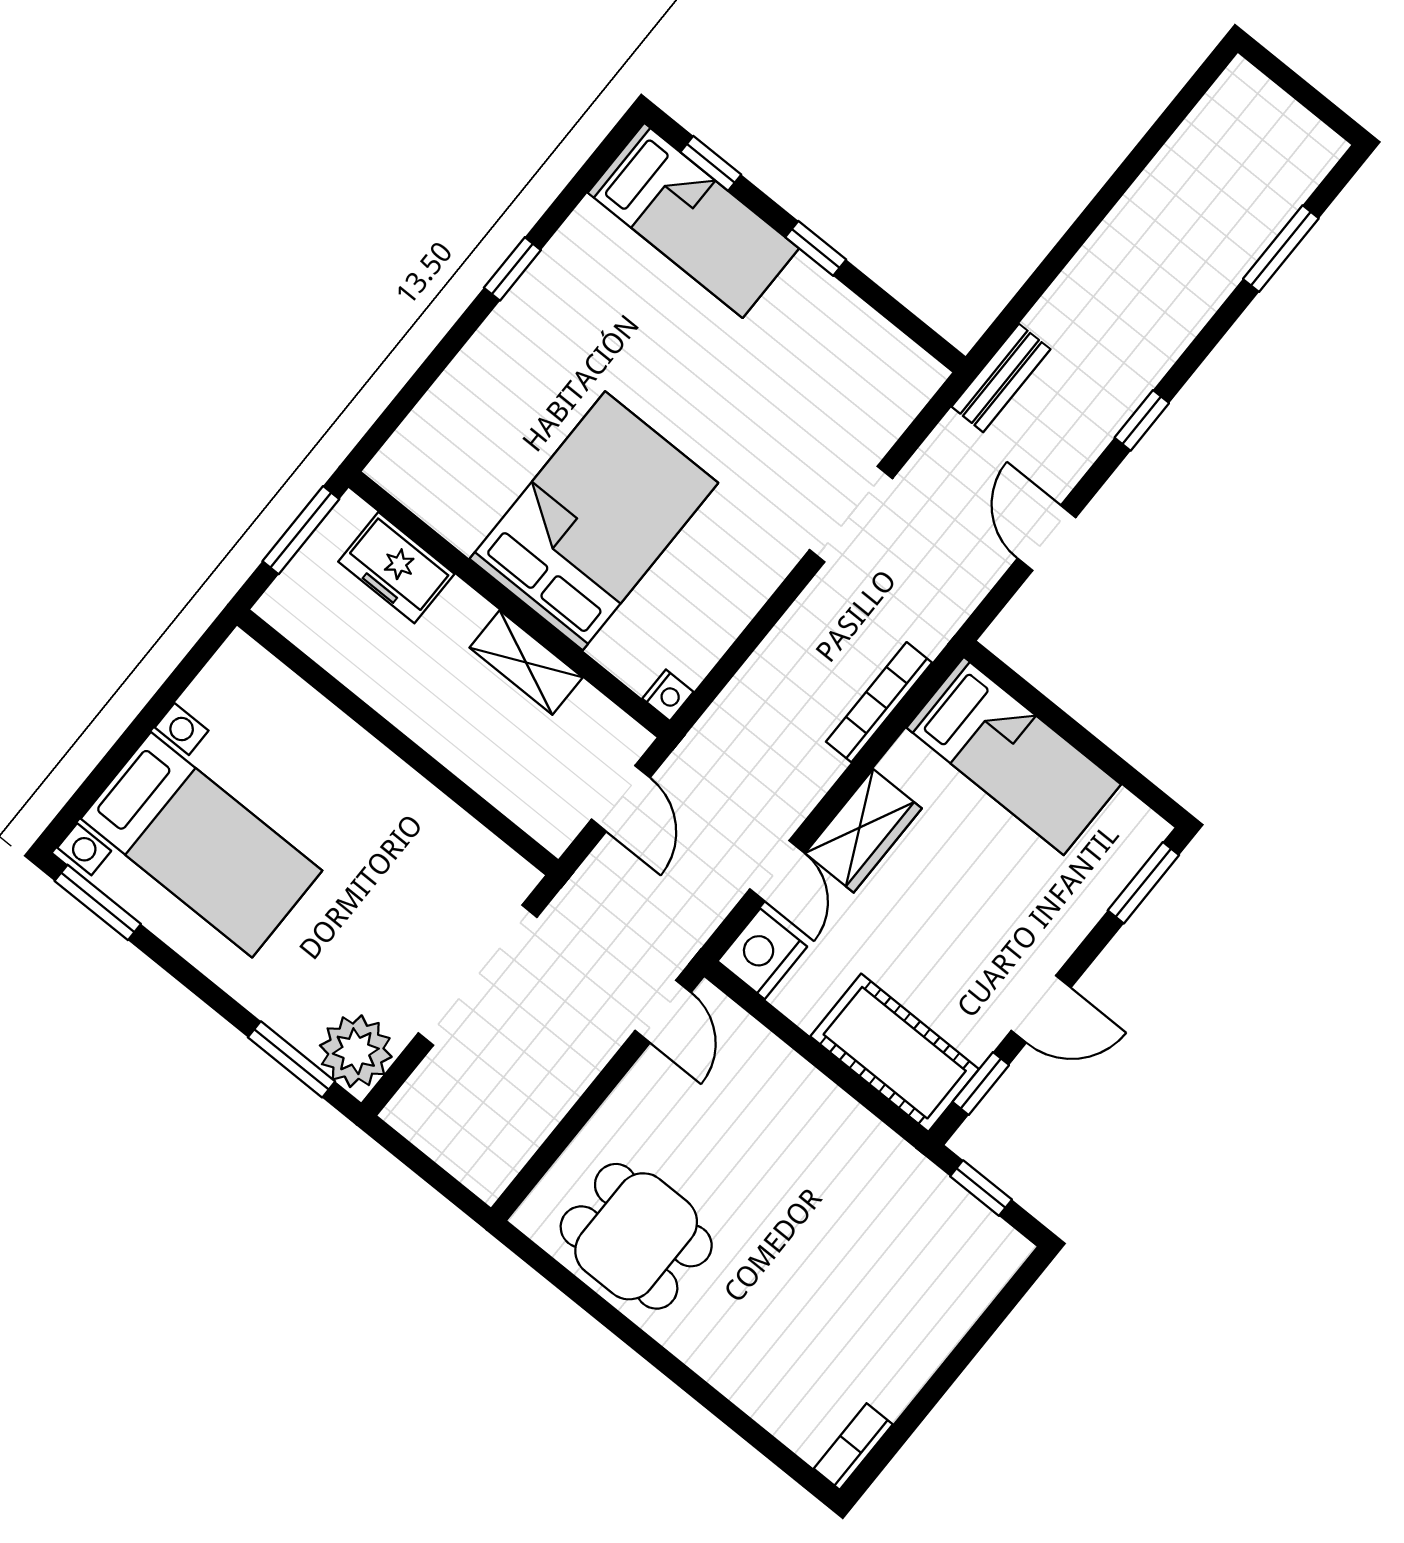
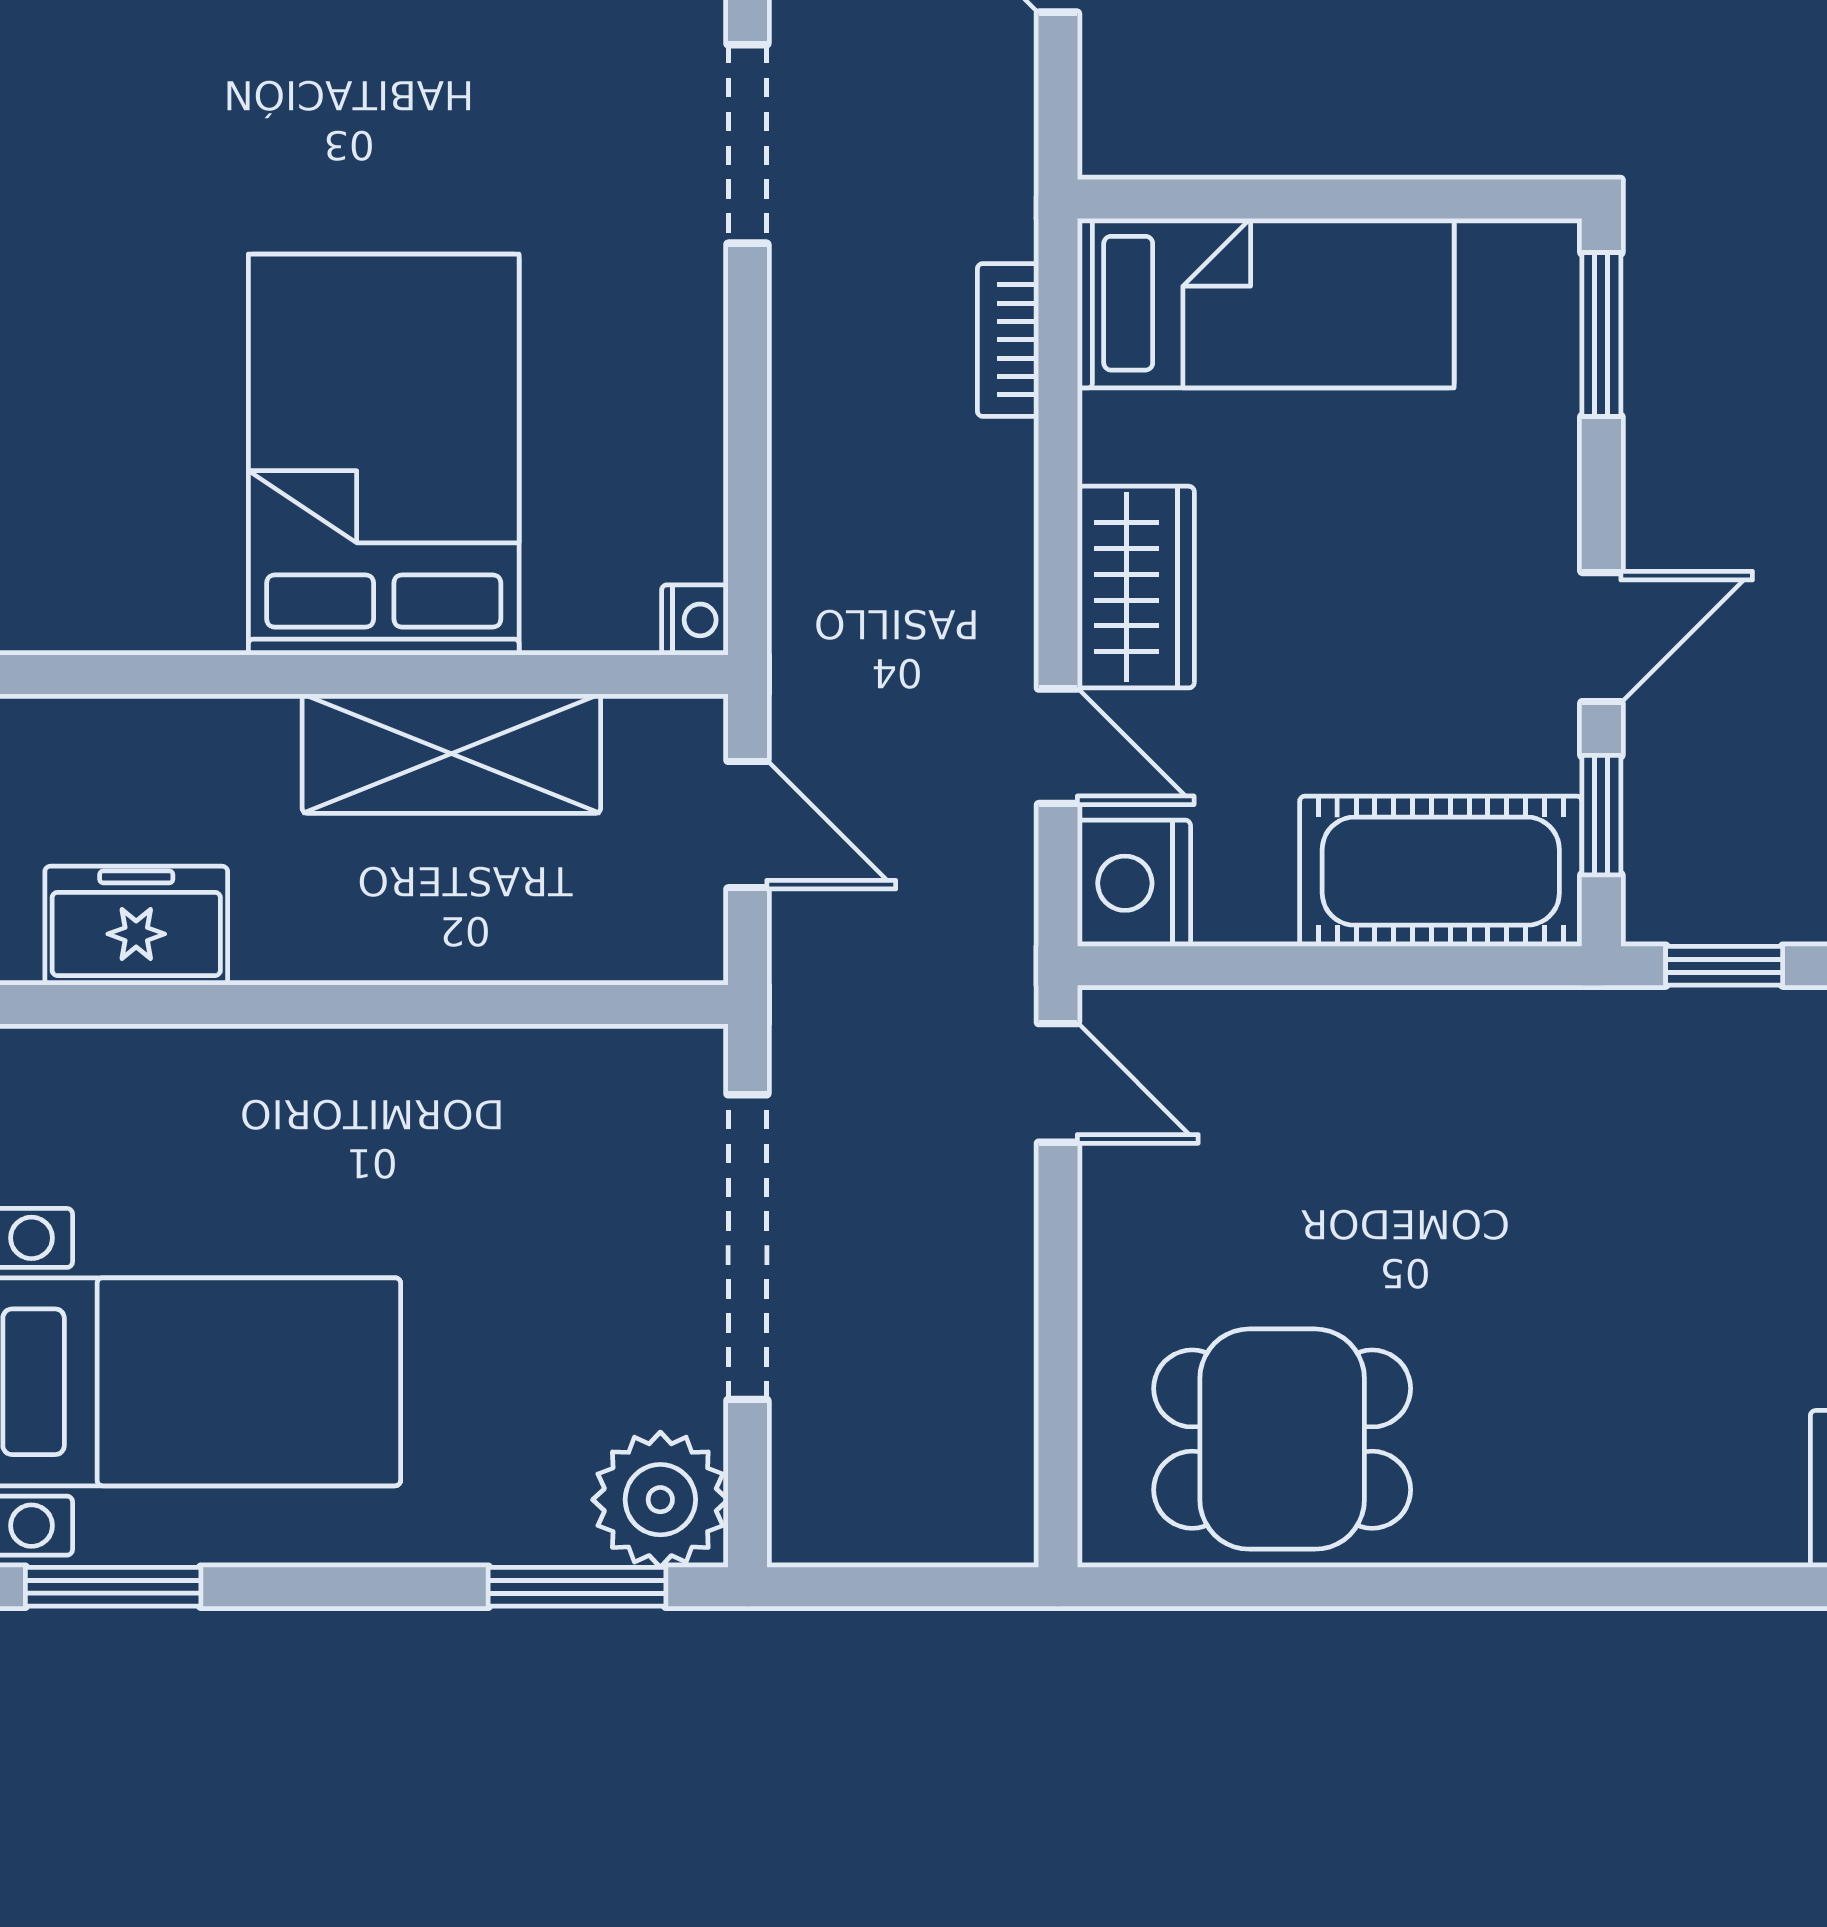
freezer: (396, 568) -> (136, 926), moved, turned 180
shelving: (526, 663) -> (451, 754), width x1.50, depth x1.33
bookcase: (879, 702) -> (1008, 340), width x0.64

